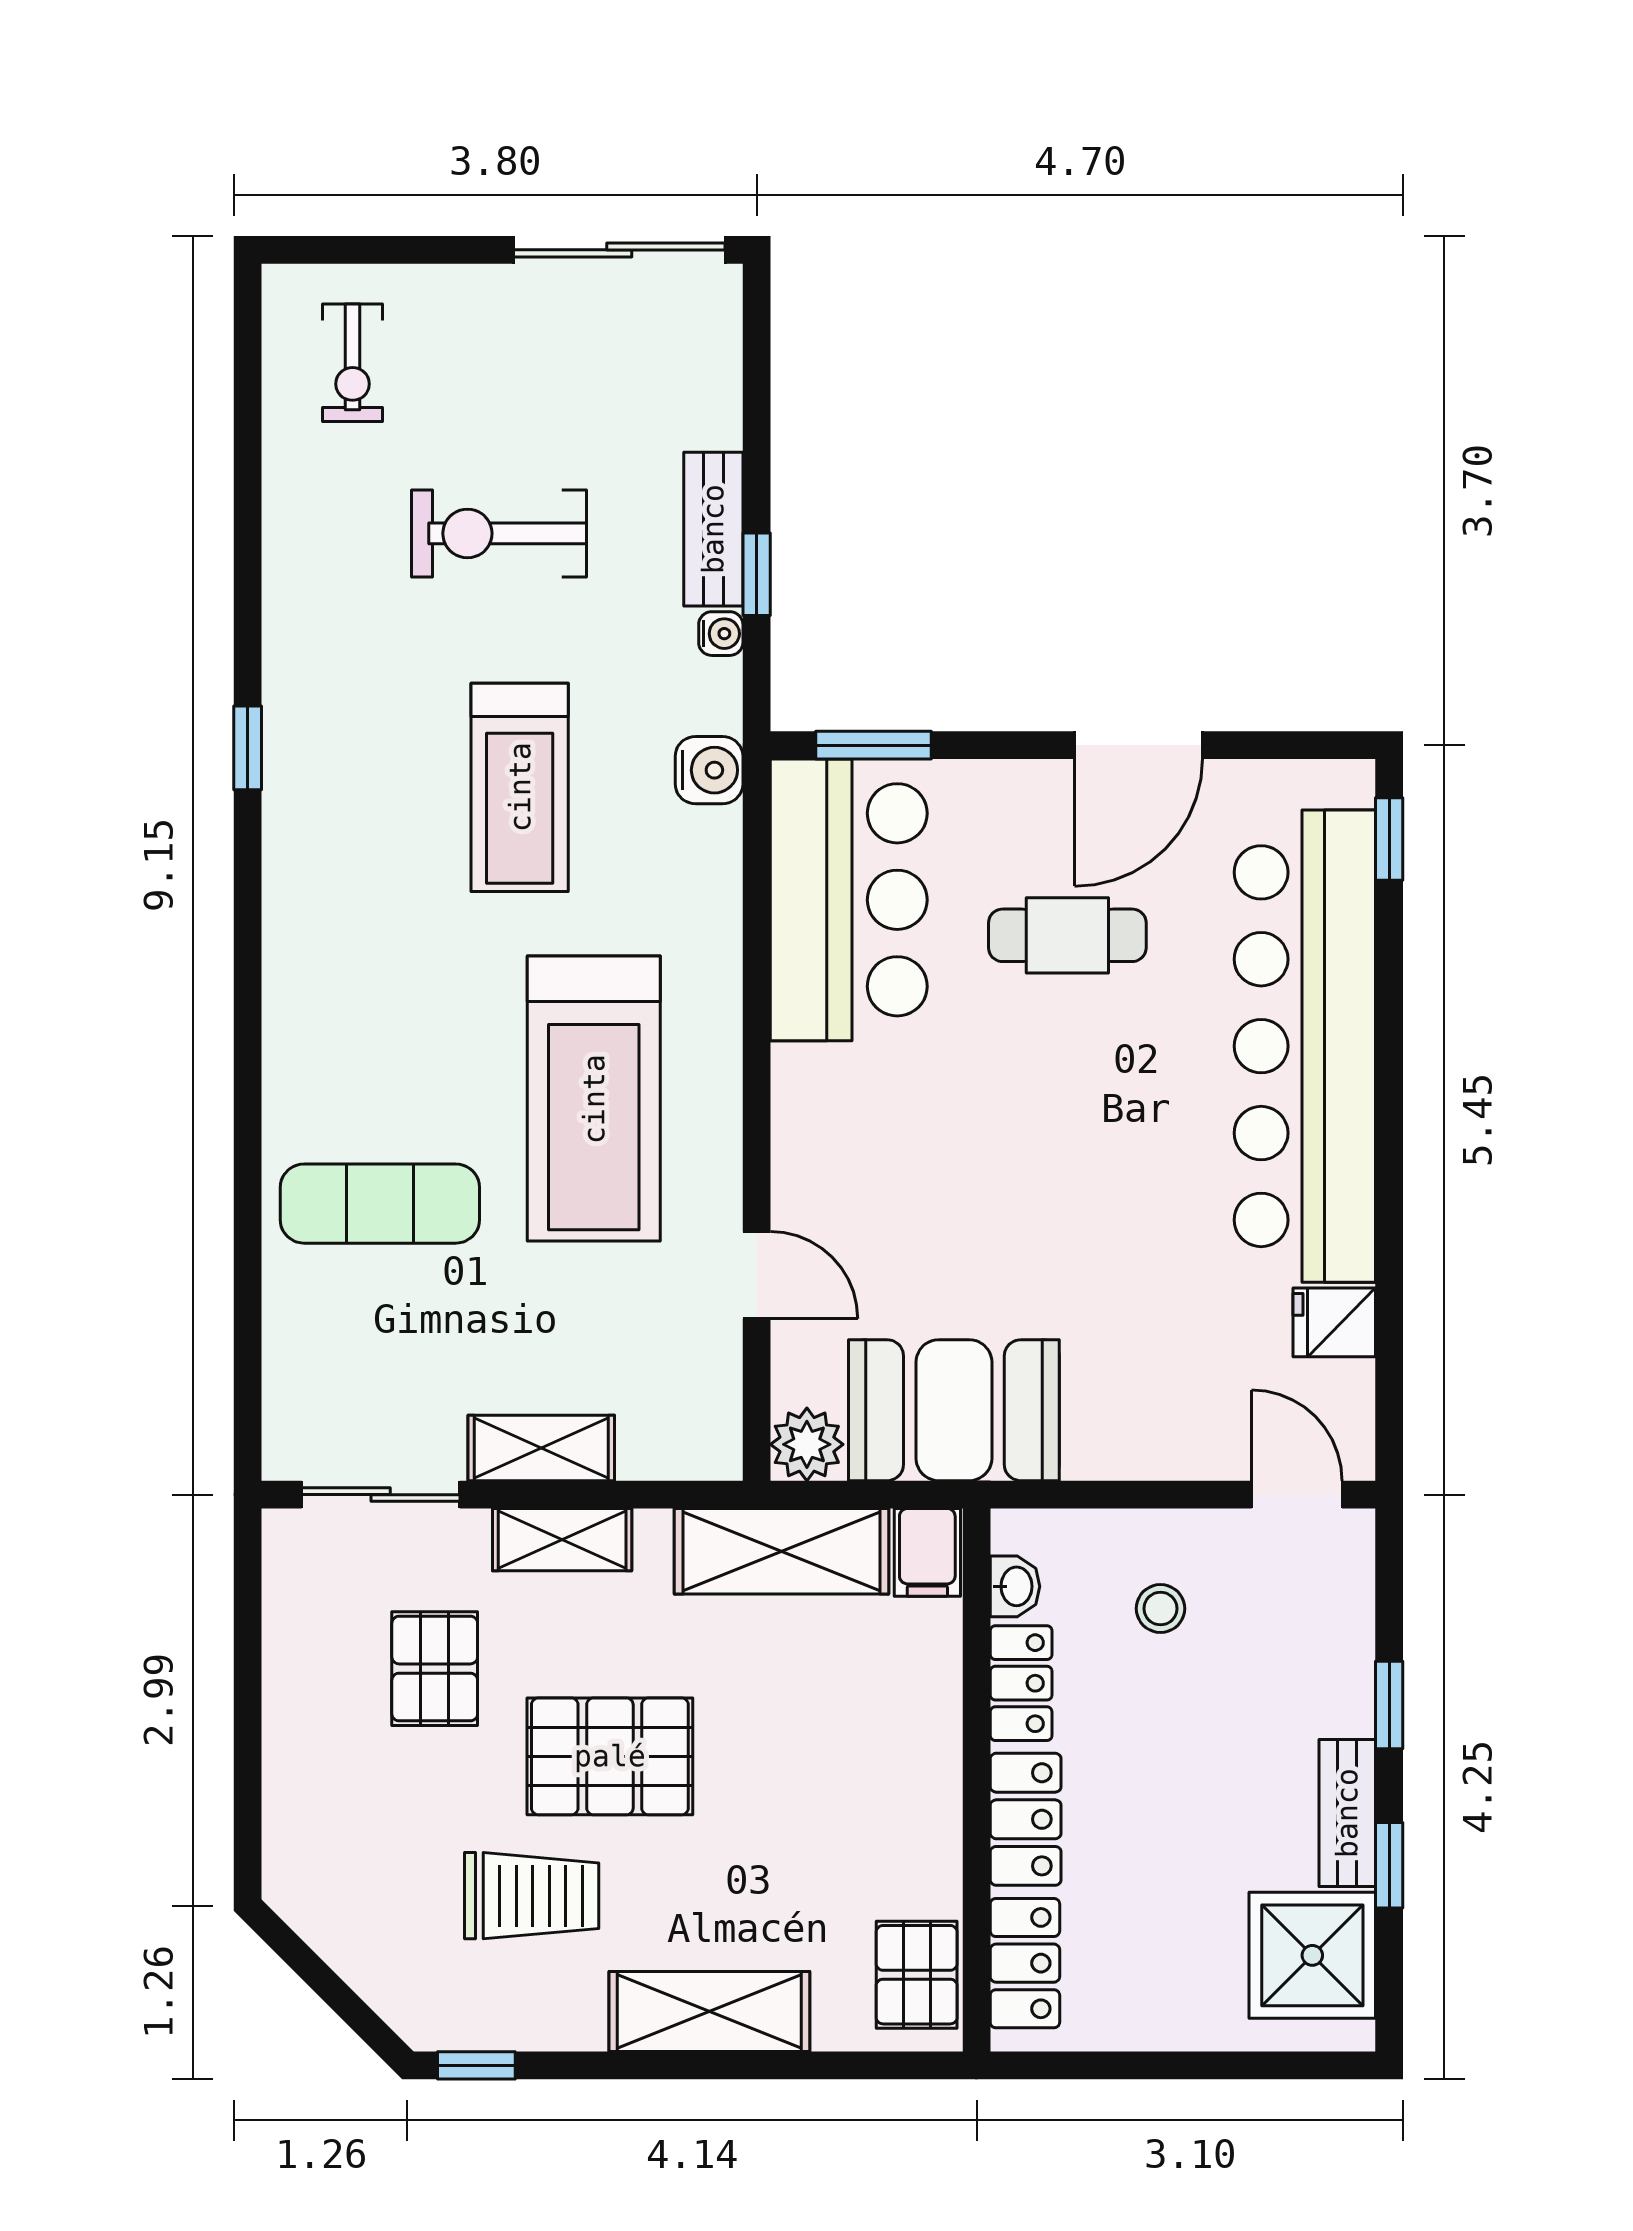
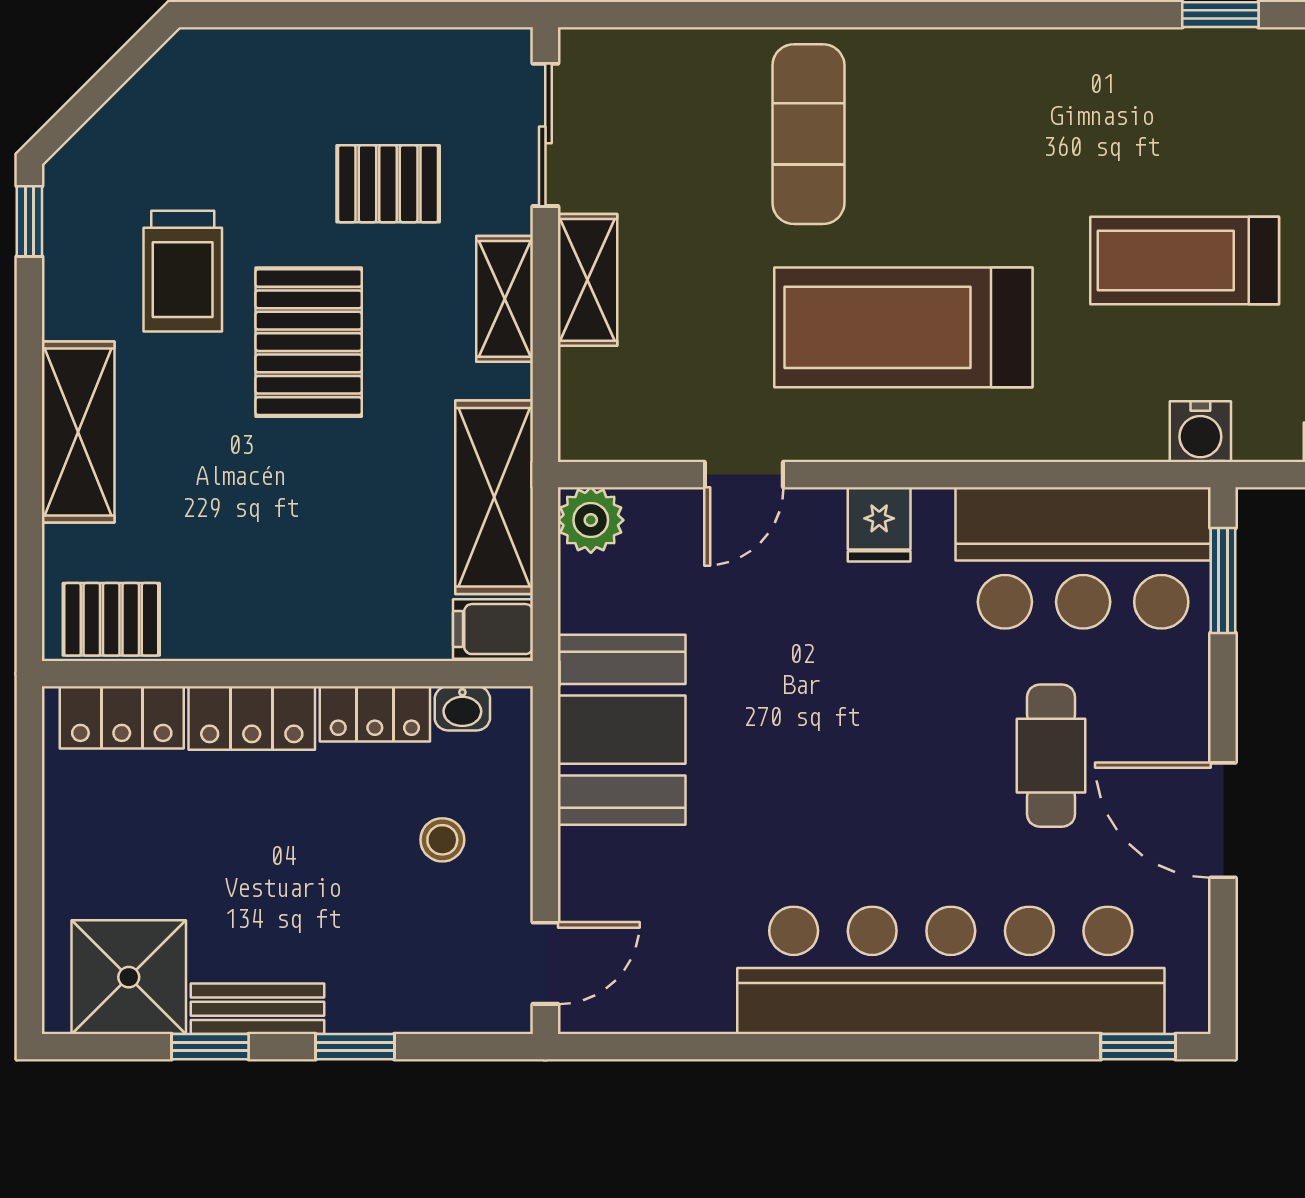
fridge: (1334, 1322) -> (879, 524), moved, turned 180
booth: (954, 1410) -> (622, 730), moved

